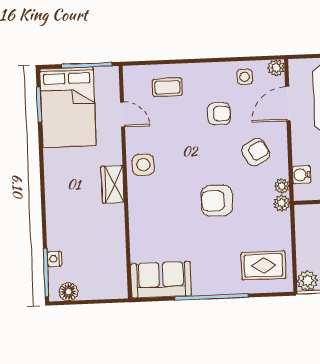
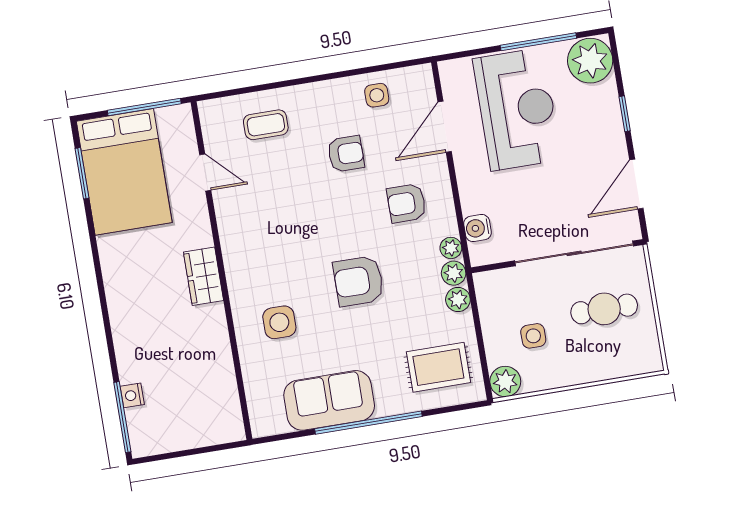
plant: (276, 68) -> (458, 299), moved
armchair: (256, 152) -> (407, 203), turned -152
side table: (143, 165) -> (279, 322), moved
sofa: (161, 280) -> (329, 400), moved
floor lamp: (68, 292) -> (159, 441), removed

